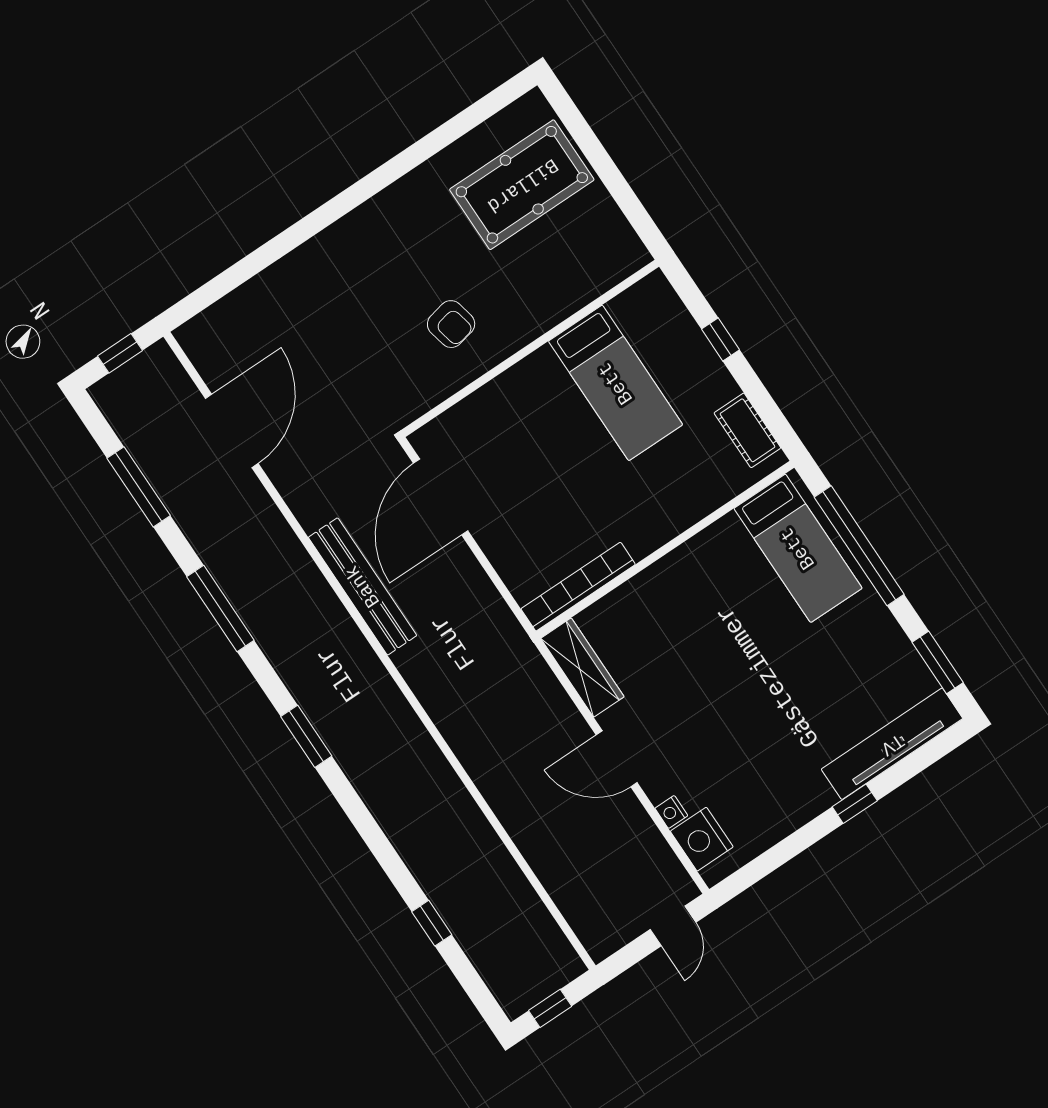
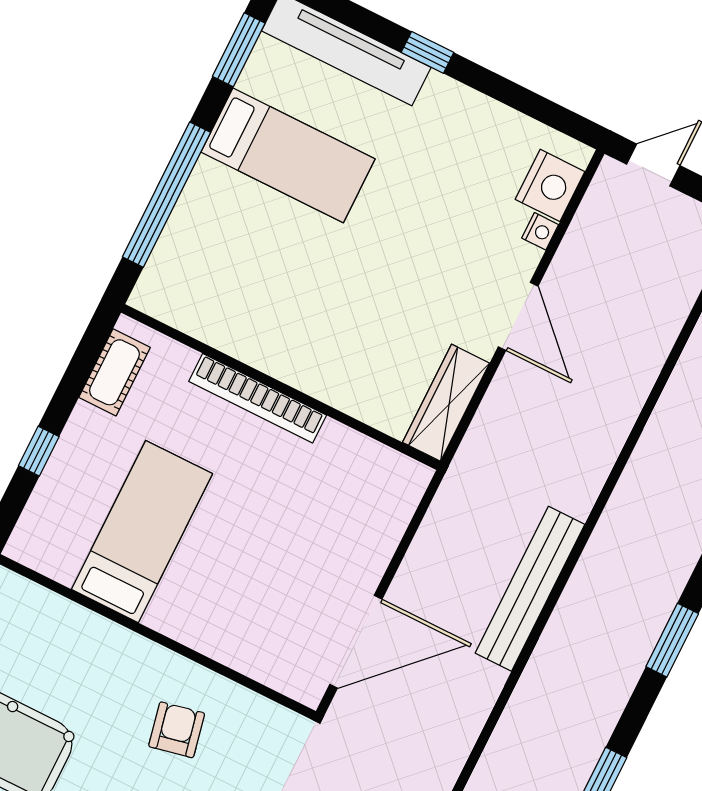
bed: (798, 548) -> (288, 155), moved, turned 90
bench: (363, 586) -> (530, 589), moved
bookcase: (578, 587) -> (258, 398), moved

